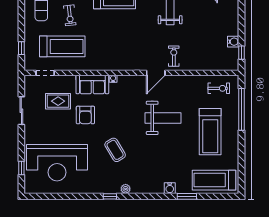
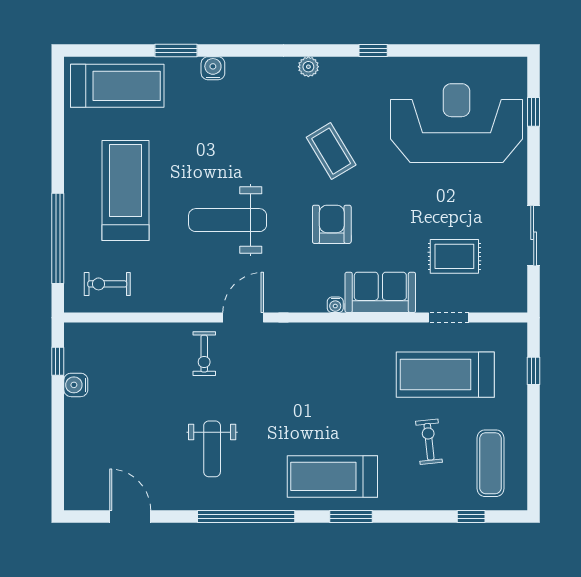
doorway: (45, 73) -> (449, 318), moved
armchair: (85, 115) -> (332, 224), moved
window: (110, 196) -> (373, 50), moved

